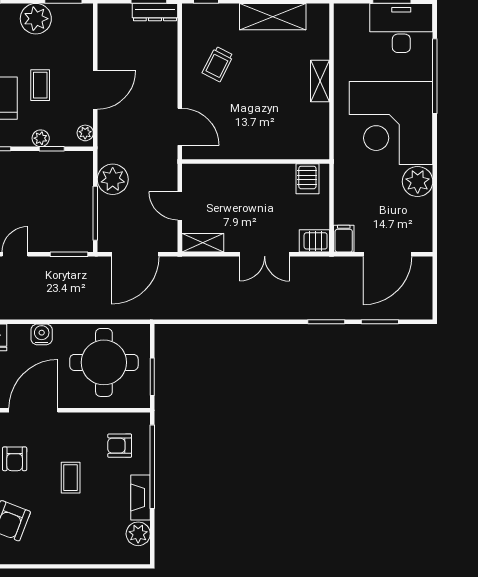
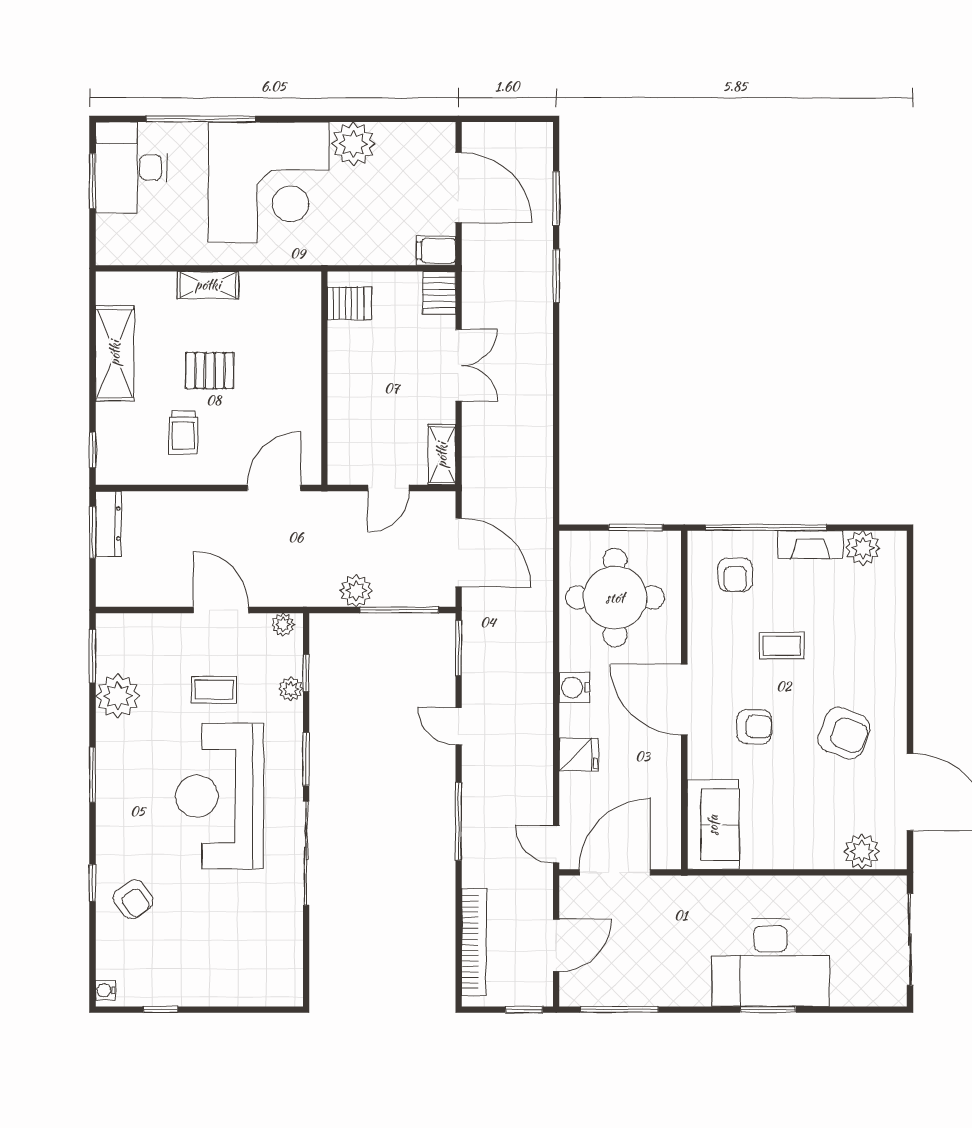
trolley: (218, 64) -> (183, 433), turned 63
pallet: (261, 82) -> (210, 371), added
plant: (113, 179) -> (356, 591), width x0.73, depth x0.73

